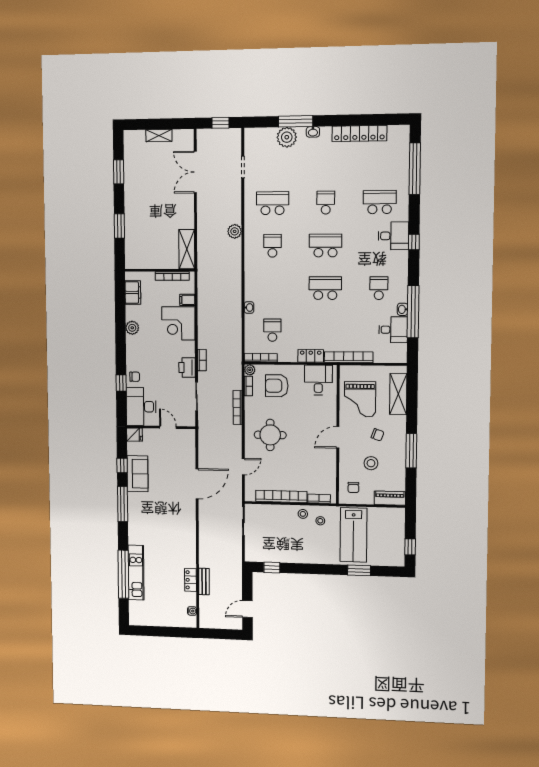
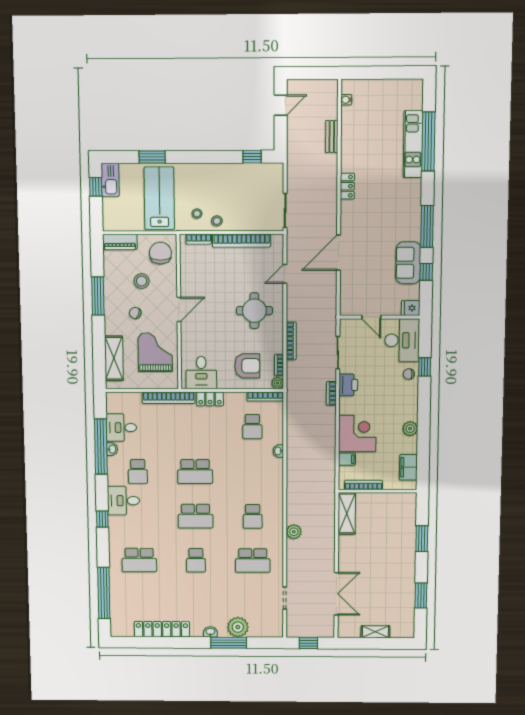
desk: (393, 236) -> (124, 501), moved
chair: (353, 487) -> (160, 253), width x1.87, depth x1.87
kitchen sink: (397, 552) -> (110, 180), added
locker: (191, 580) -> (347, 186), moved

